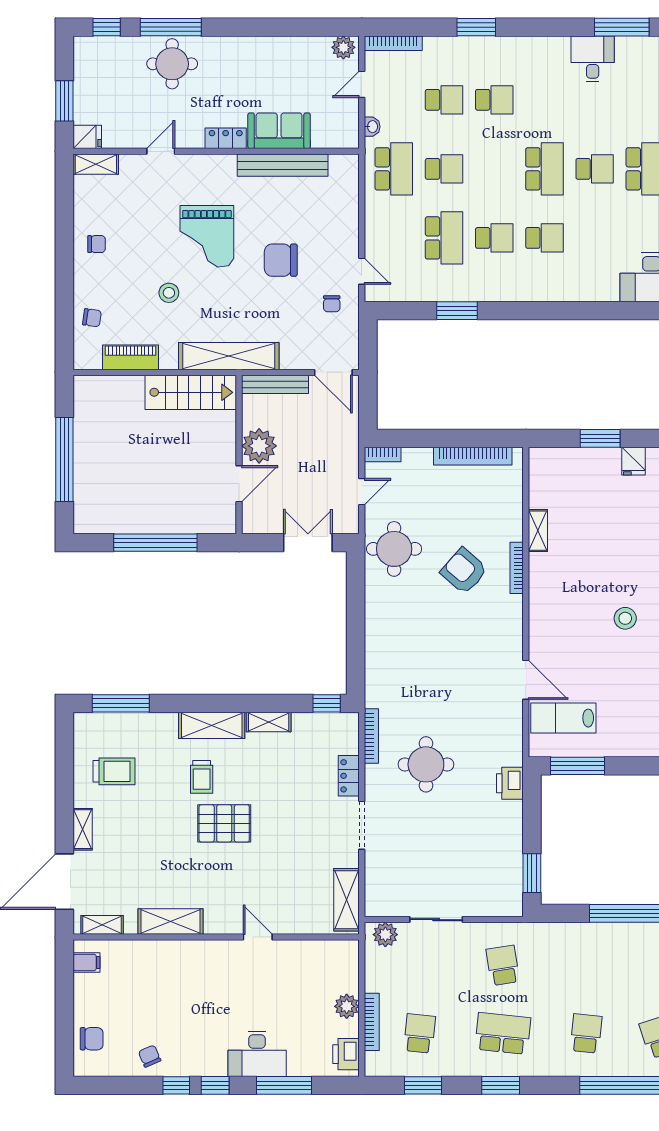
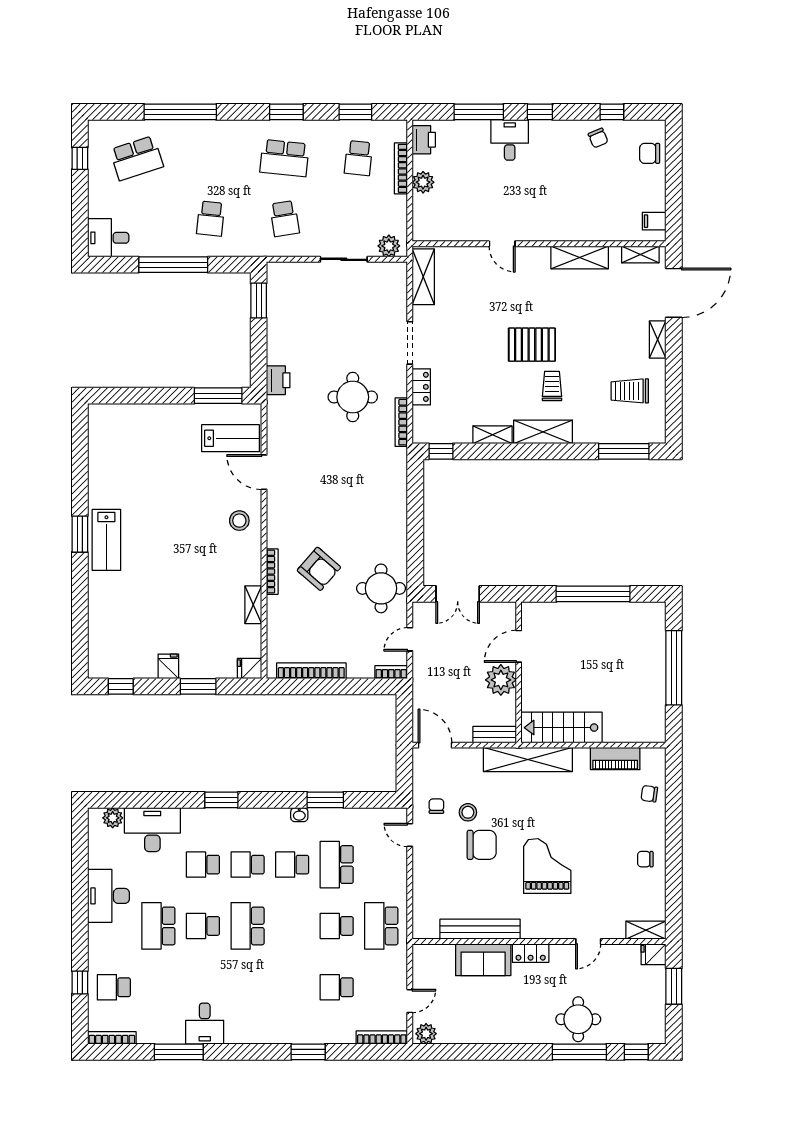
school desk: (494, 100) -> (203, 865), moved
washbasin: (372, 127) -> (299, 815), moved, turned -90
stool: (169, 293) -> (468, 812), moved
window: (574, 311) -> (221, 800), added
bench: (275, 384) -> (495, 735), width x0.73
fridge: (542, 459) -> (250, 668), added
stool: (625, 618) -> (239, 521), moved
school desk: (586, 1033) -> (211, 219), moved
desk: (257, 1054) -> (510, 140), width x0.73
window: (176, 1085) -> (612, 112), moved

